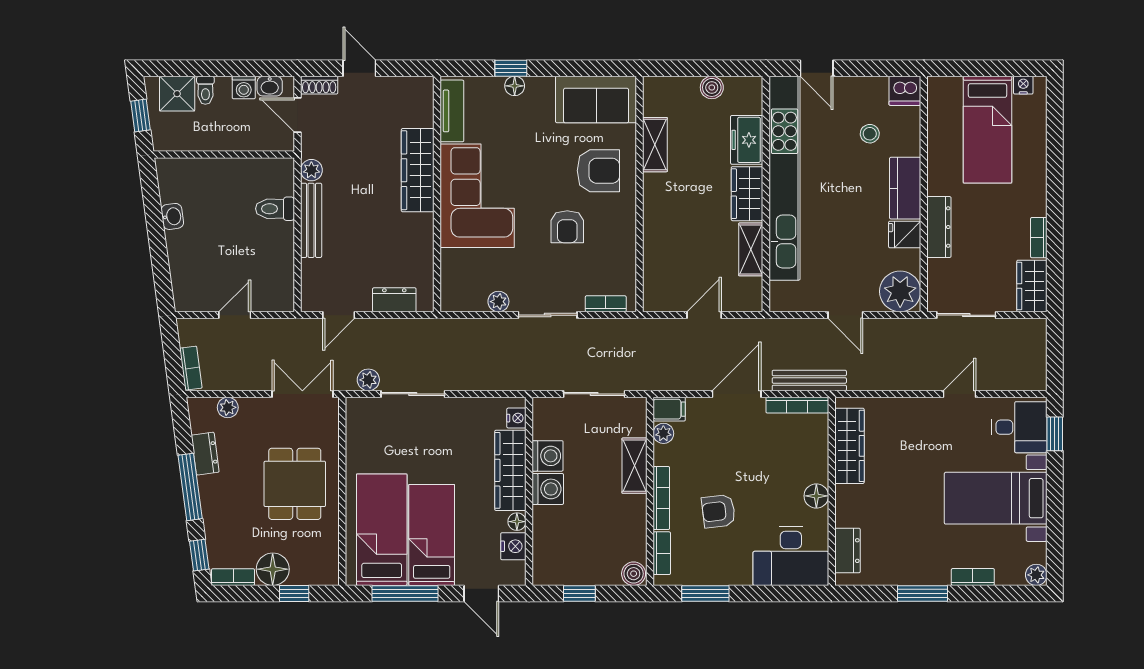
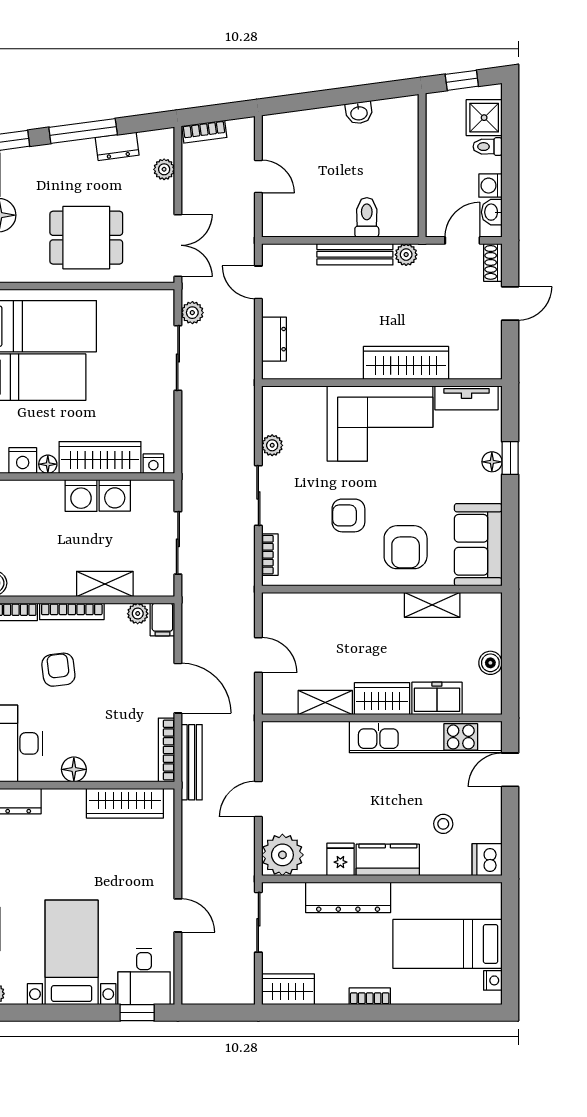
kitchen unit: (785, 178) -> (426, 737), width x0.73
dresser: (939, 227) -> (348, 897), width x1.37, depth x1.24
bookcase: (1039, 238) -> (370, 996), moved

